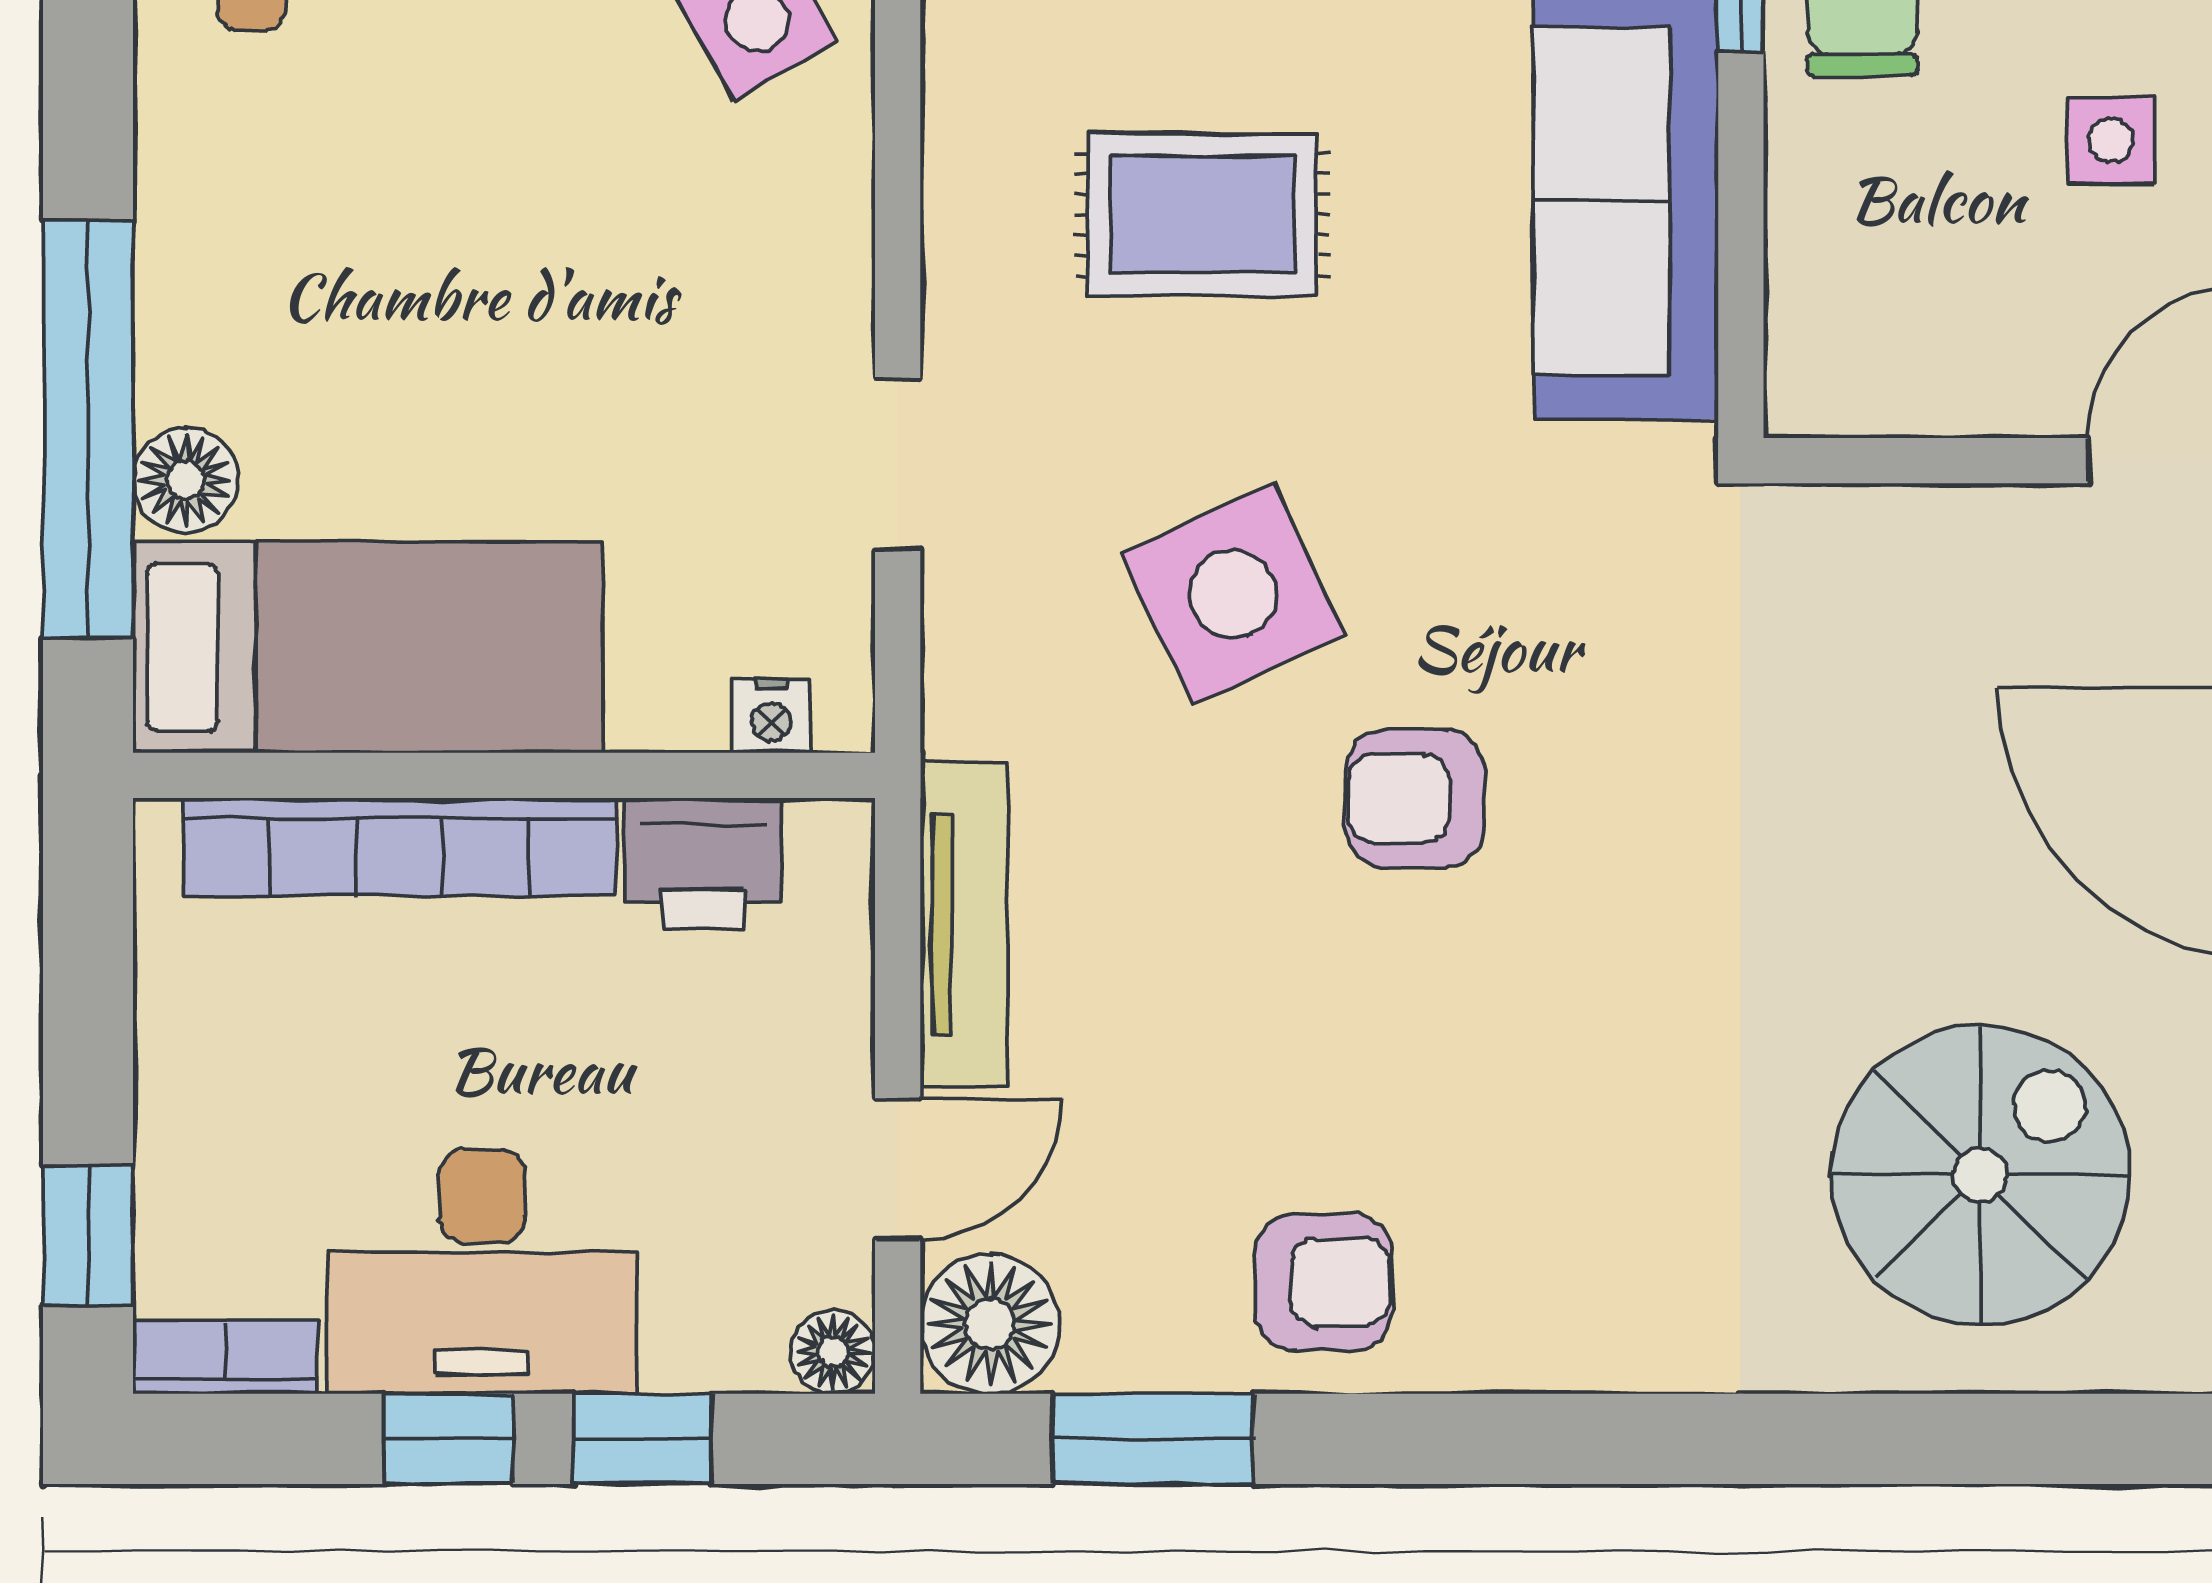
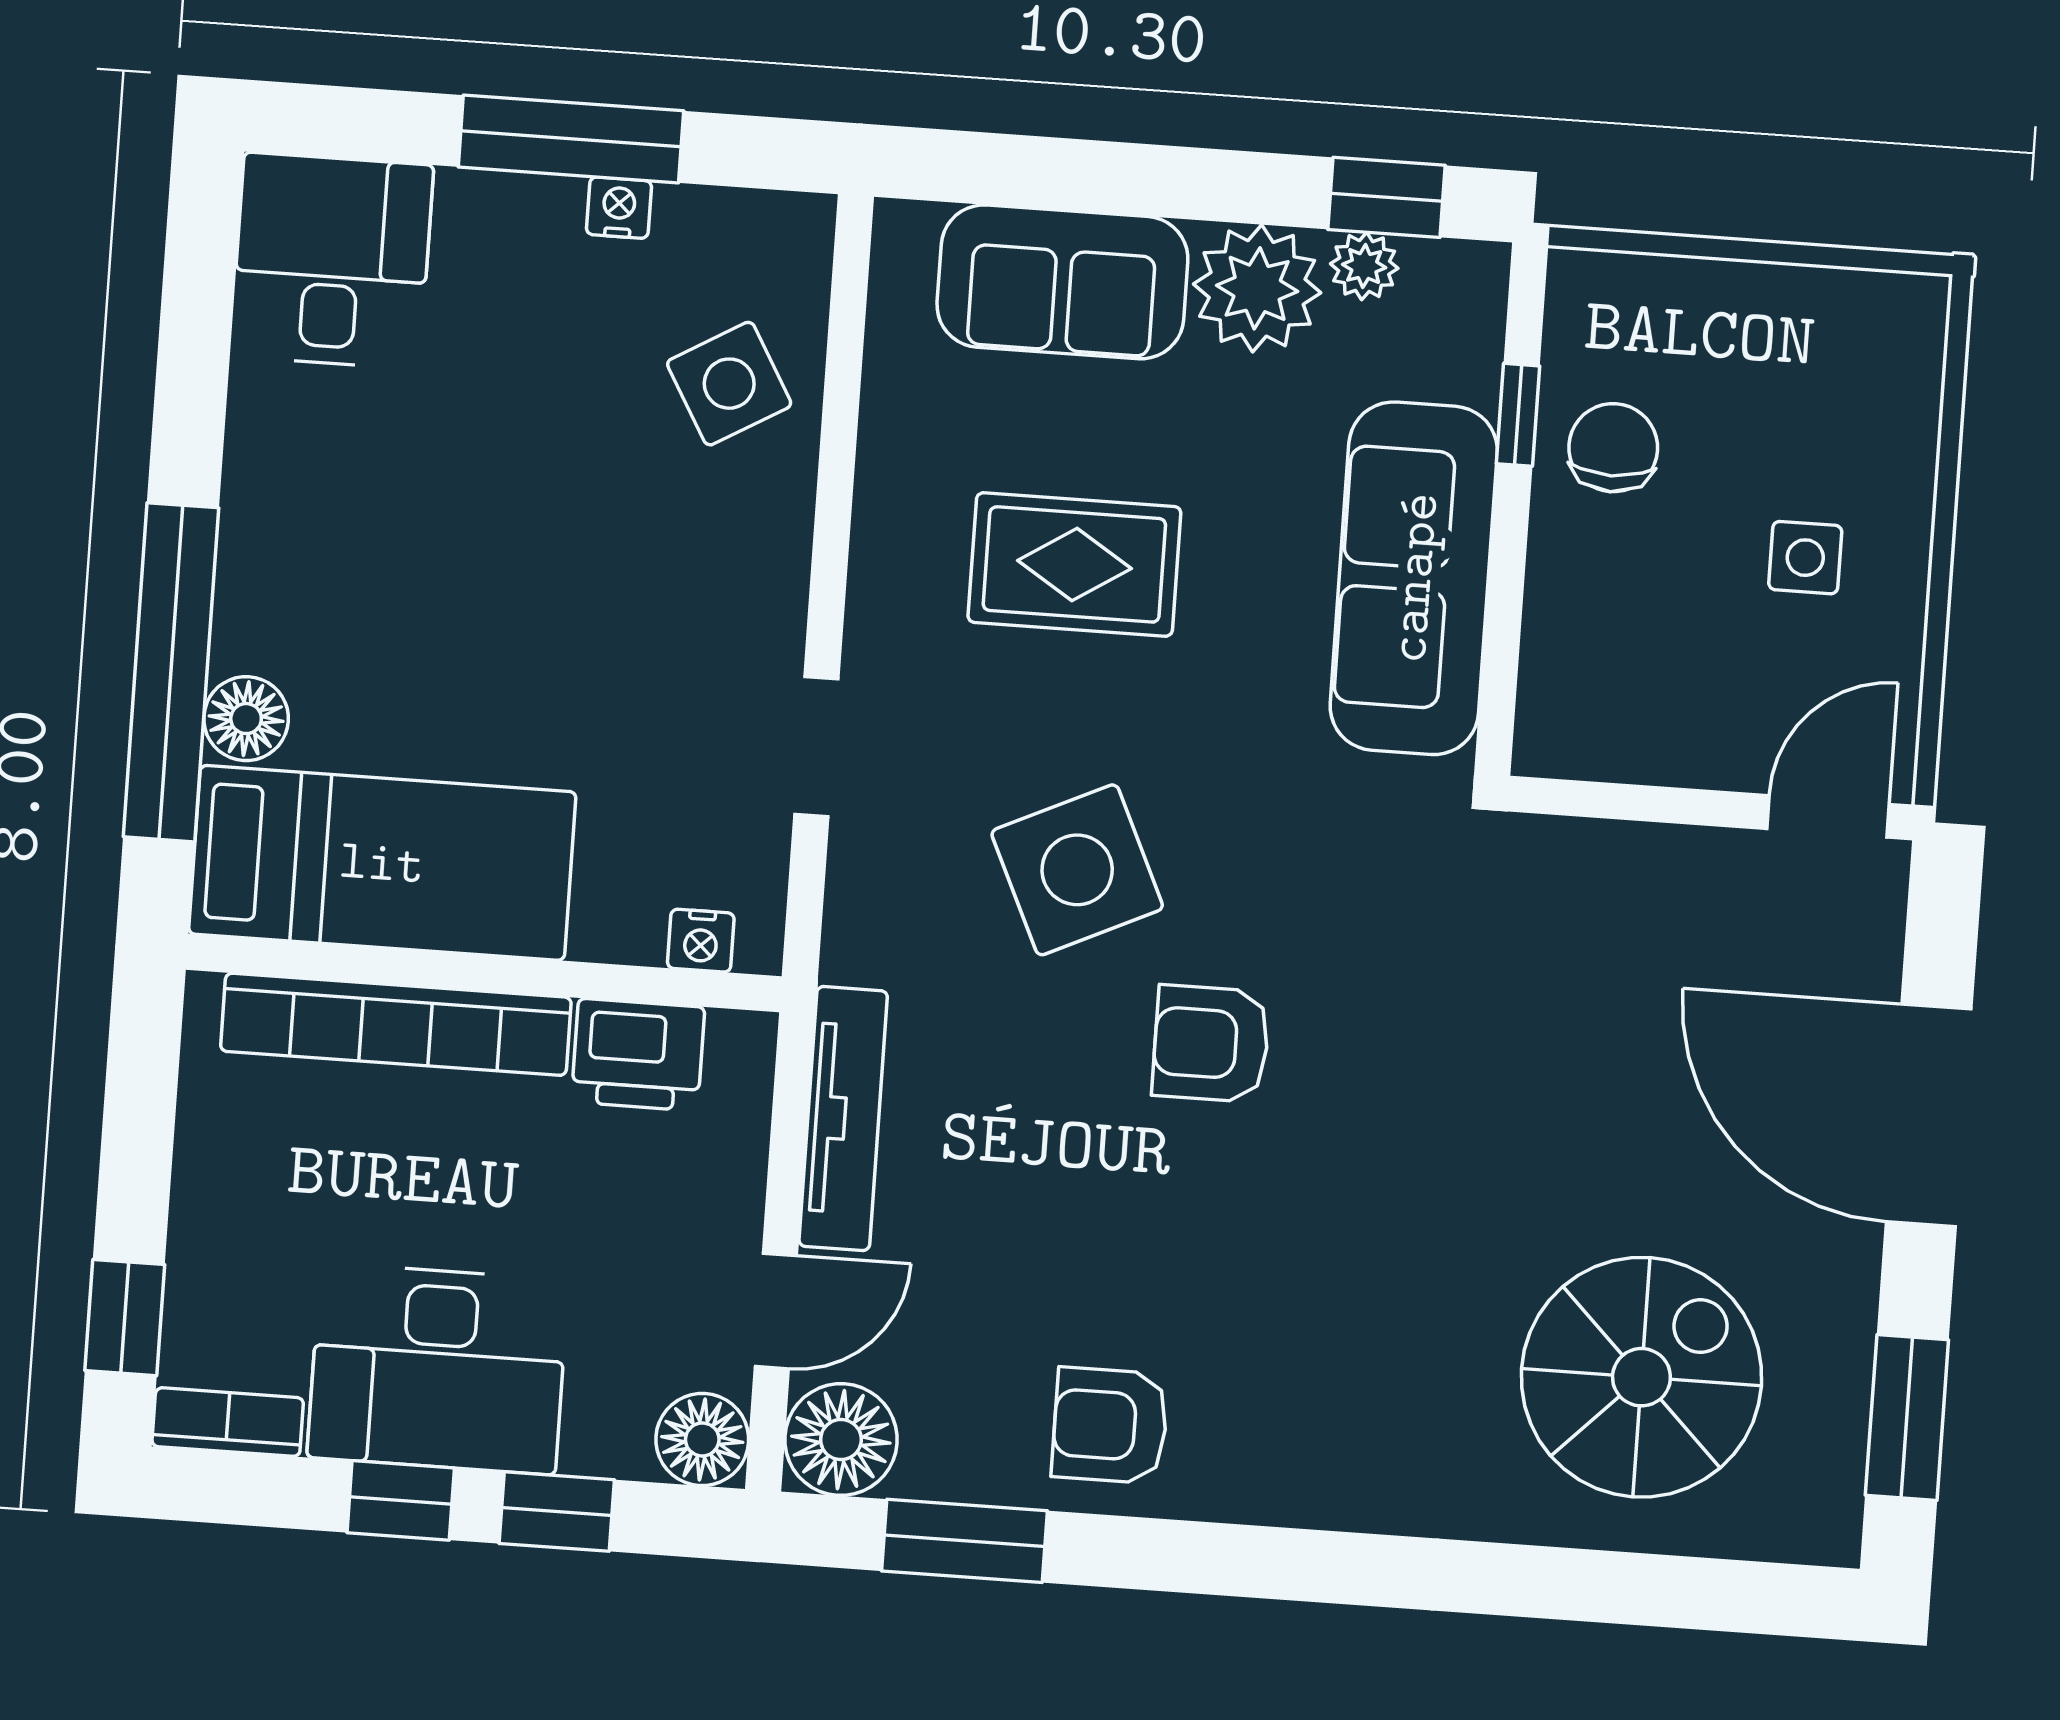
armchair: (1323, 1282) -> (1110, 1425), turned 180
floor lamp: (833, 1352) -> (702, 1439), width x1.37, depth x1.37

